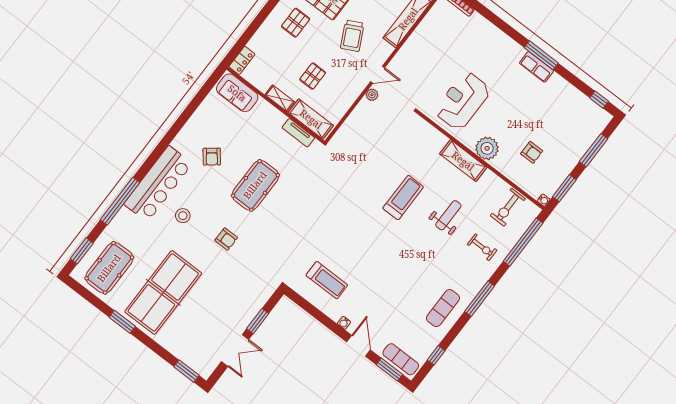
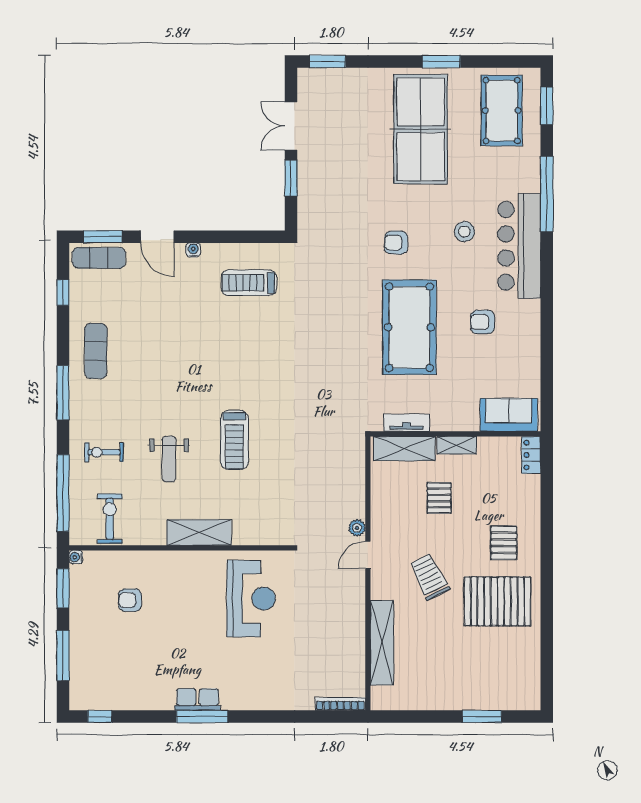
plant: (487, 148) -> (183, 567), removed
armchair: (212, 157) -> (483, 322), turned -52
pool table: (255, 185) -> (409, 327), width x1.36, depth x1.32

